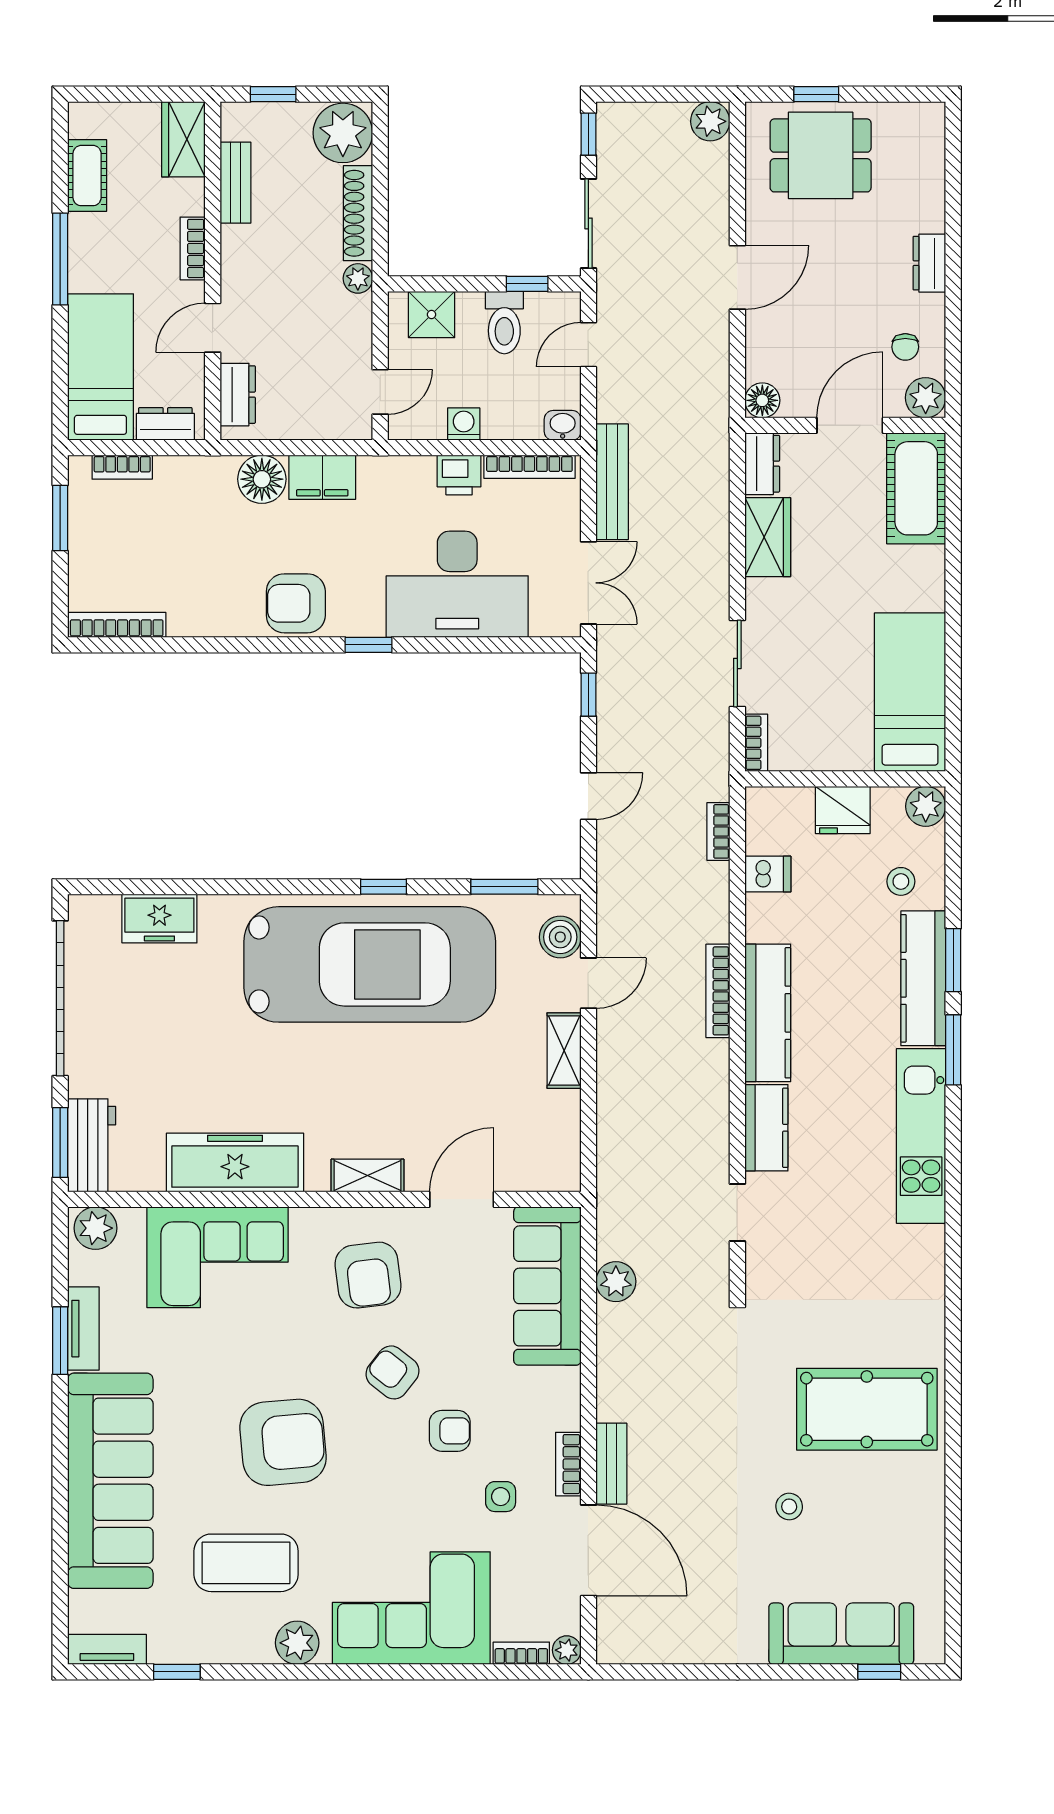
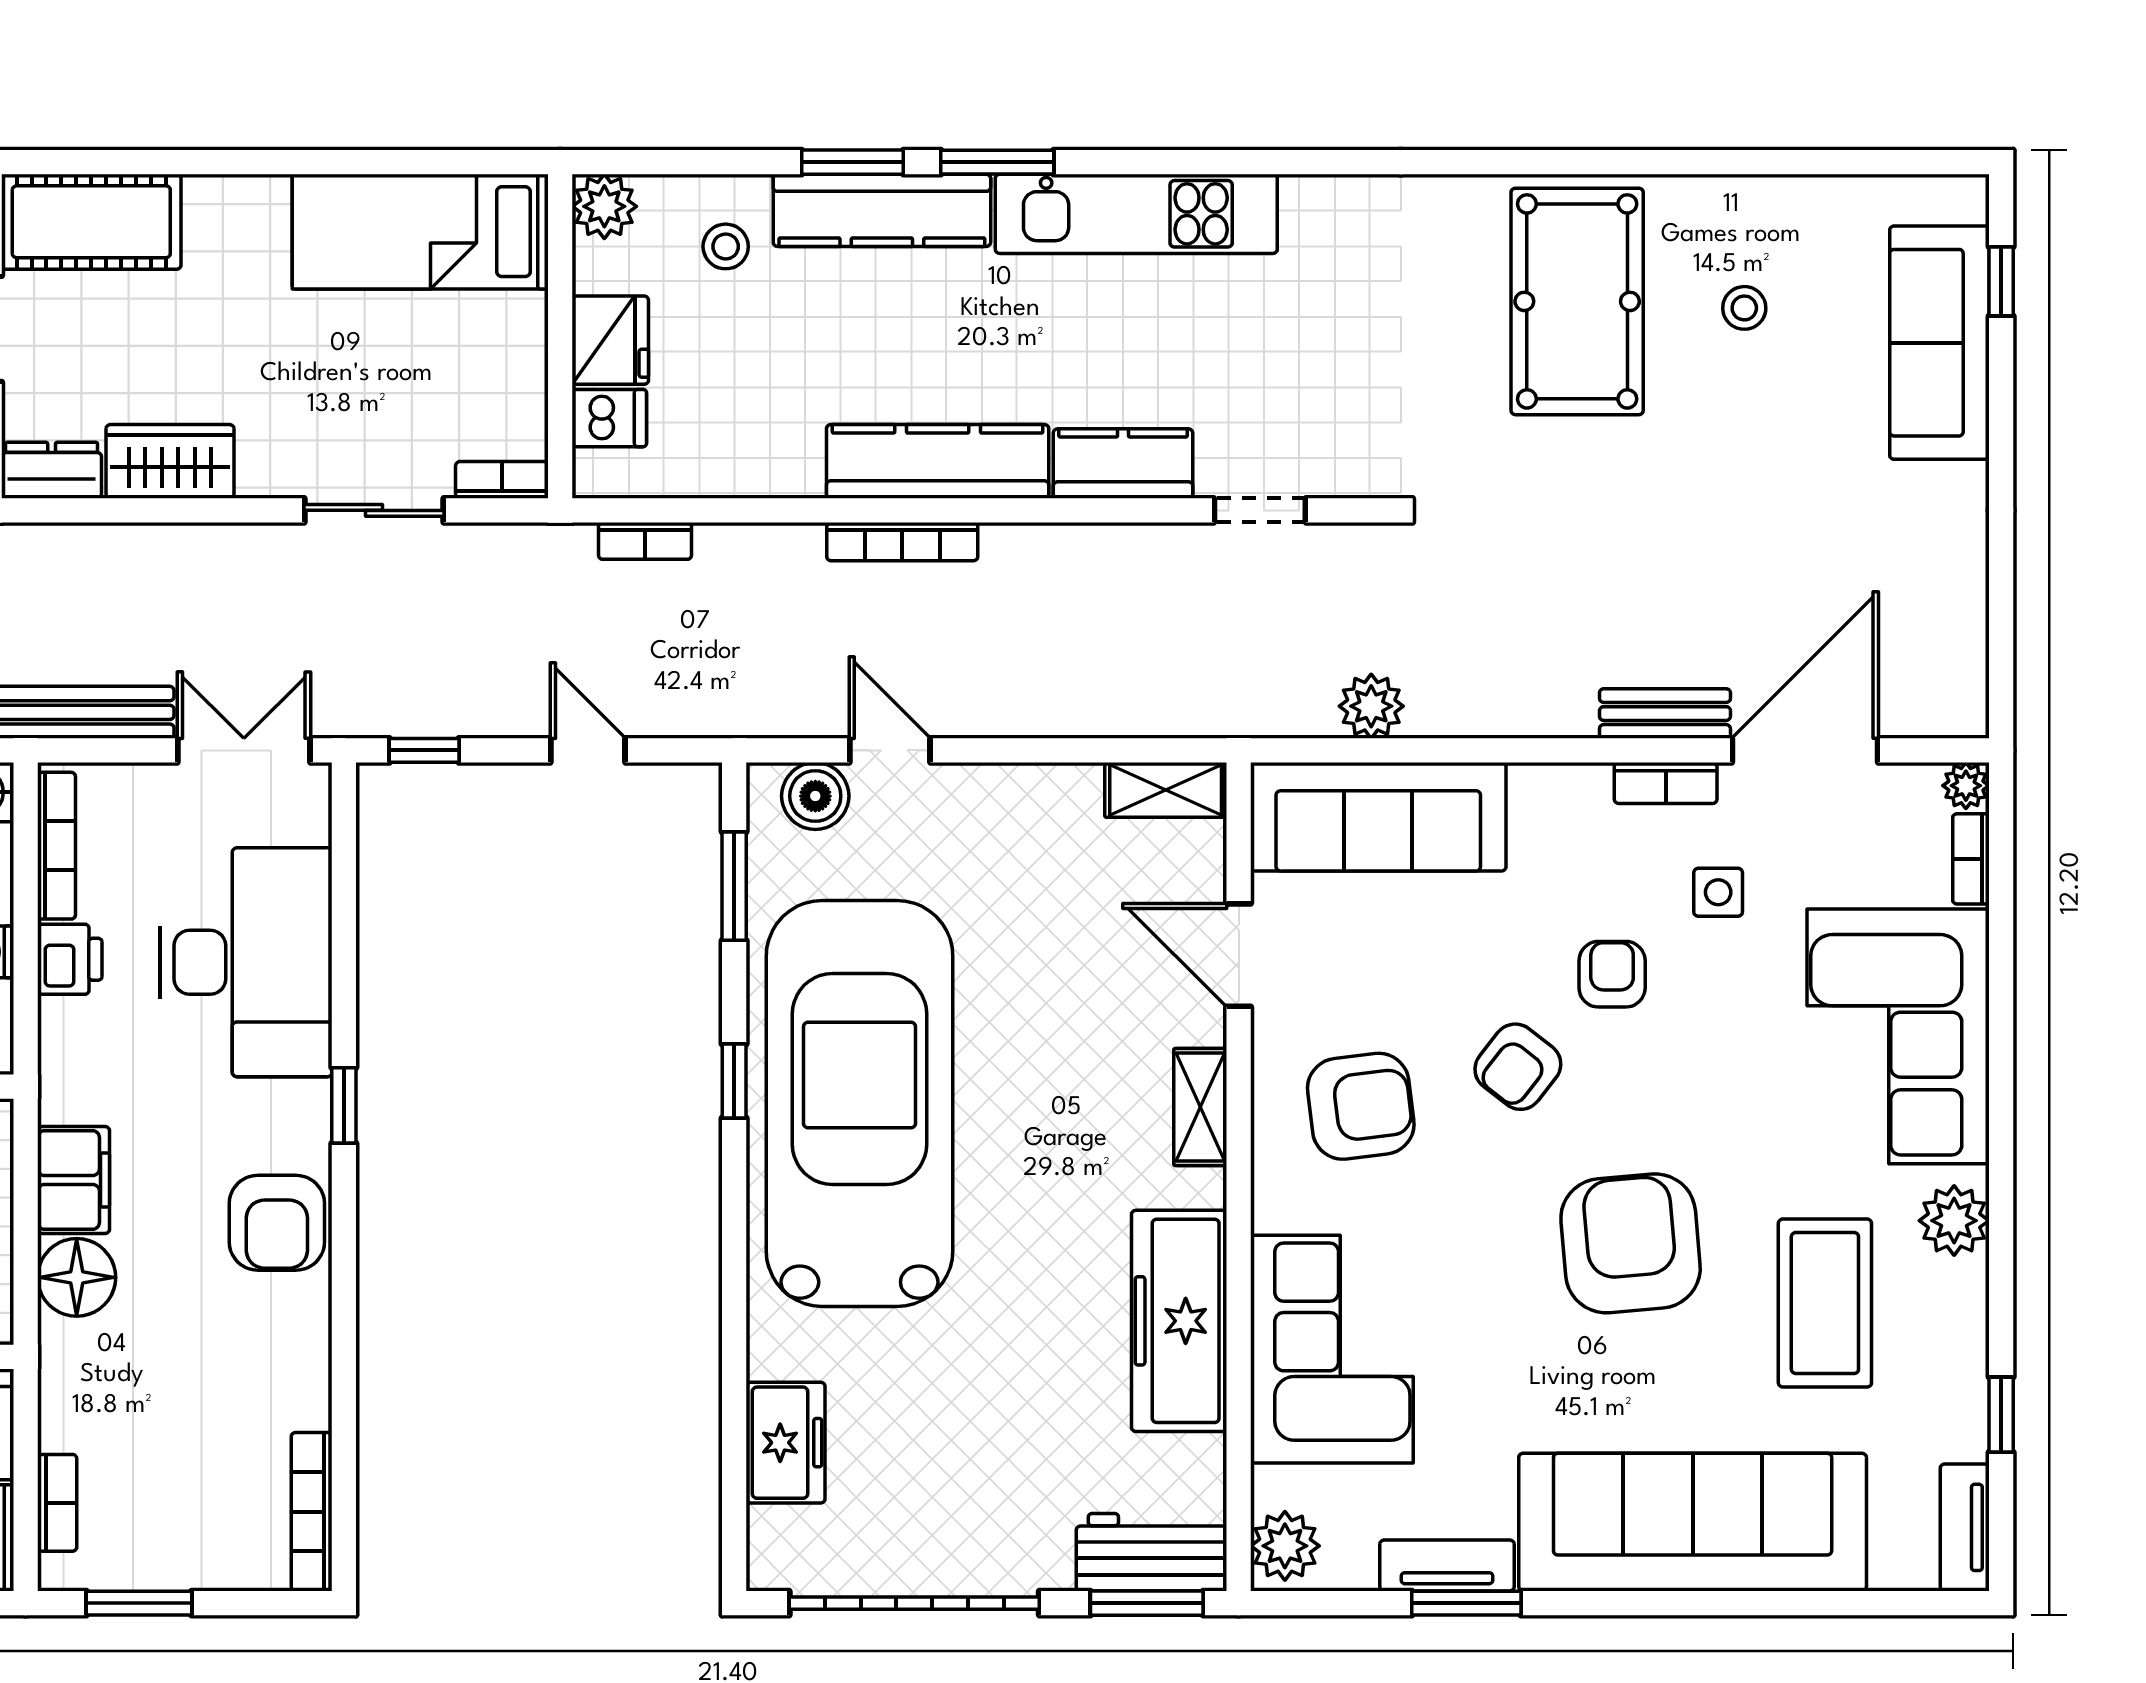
dishwasher: (768, 874) -> (609, 418), moved, turned 90
shelving: (564, 1051) -> (1166, 790), moved
stool: (789, 1507) -> (1744, 308), moved

